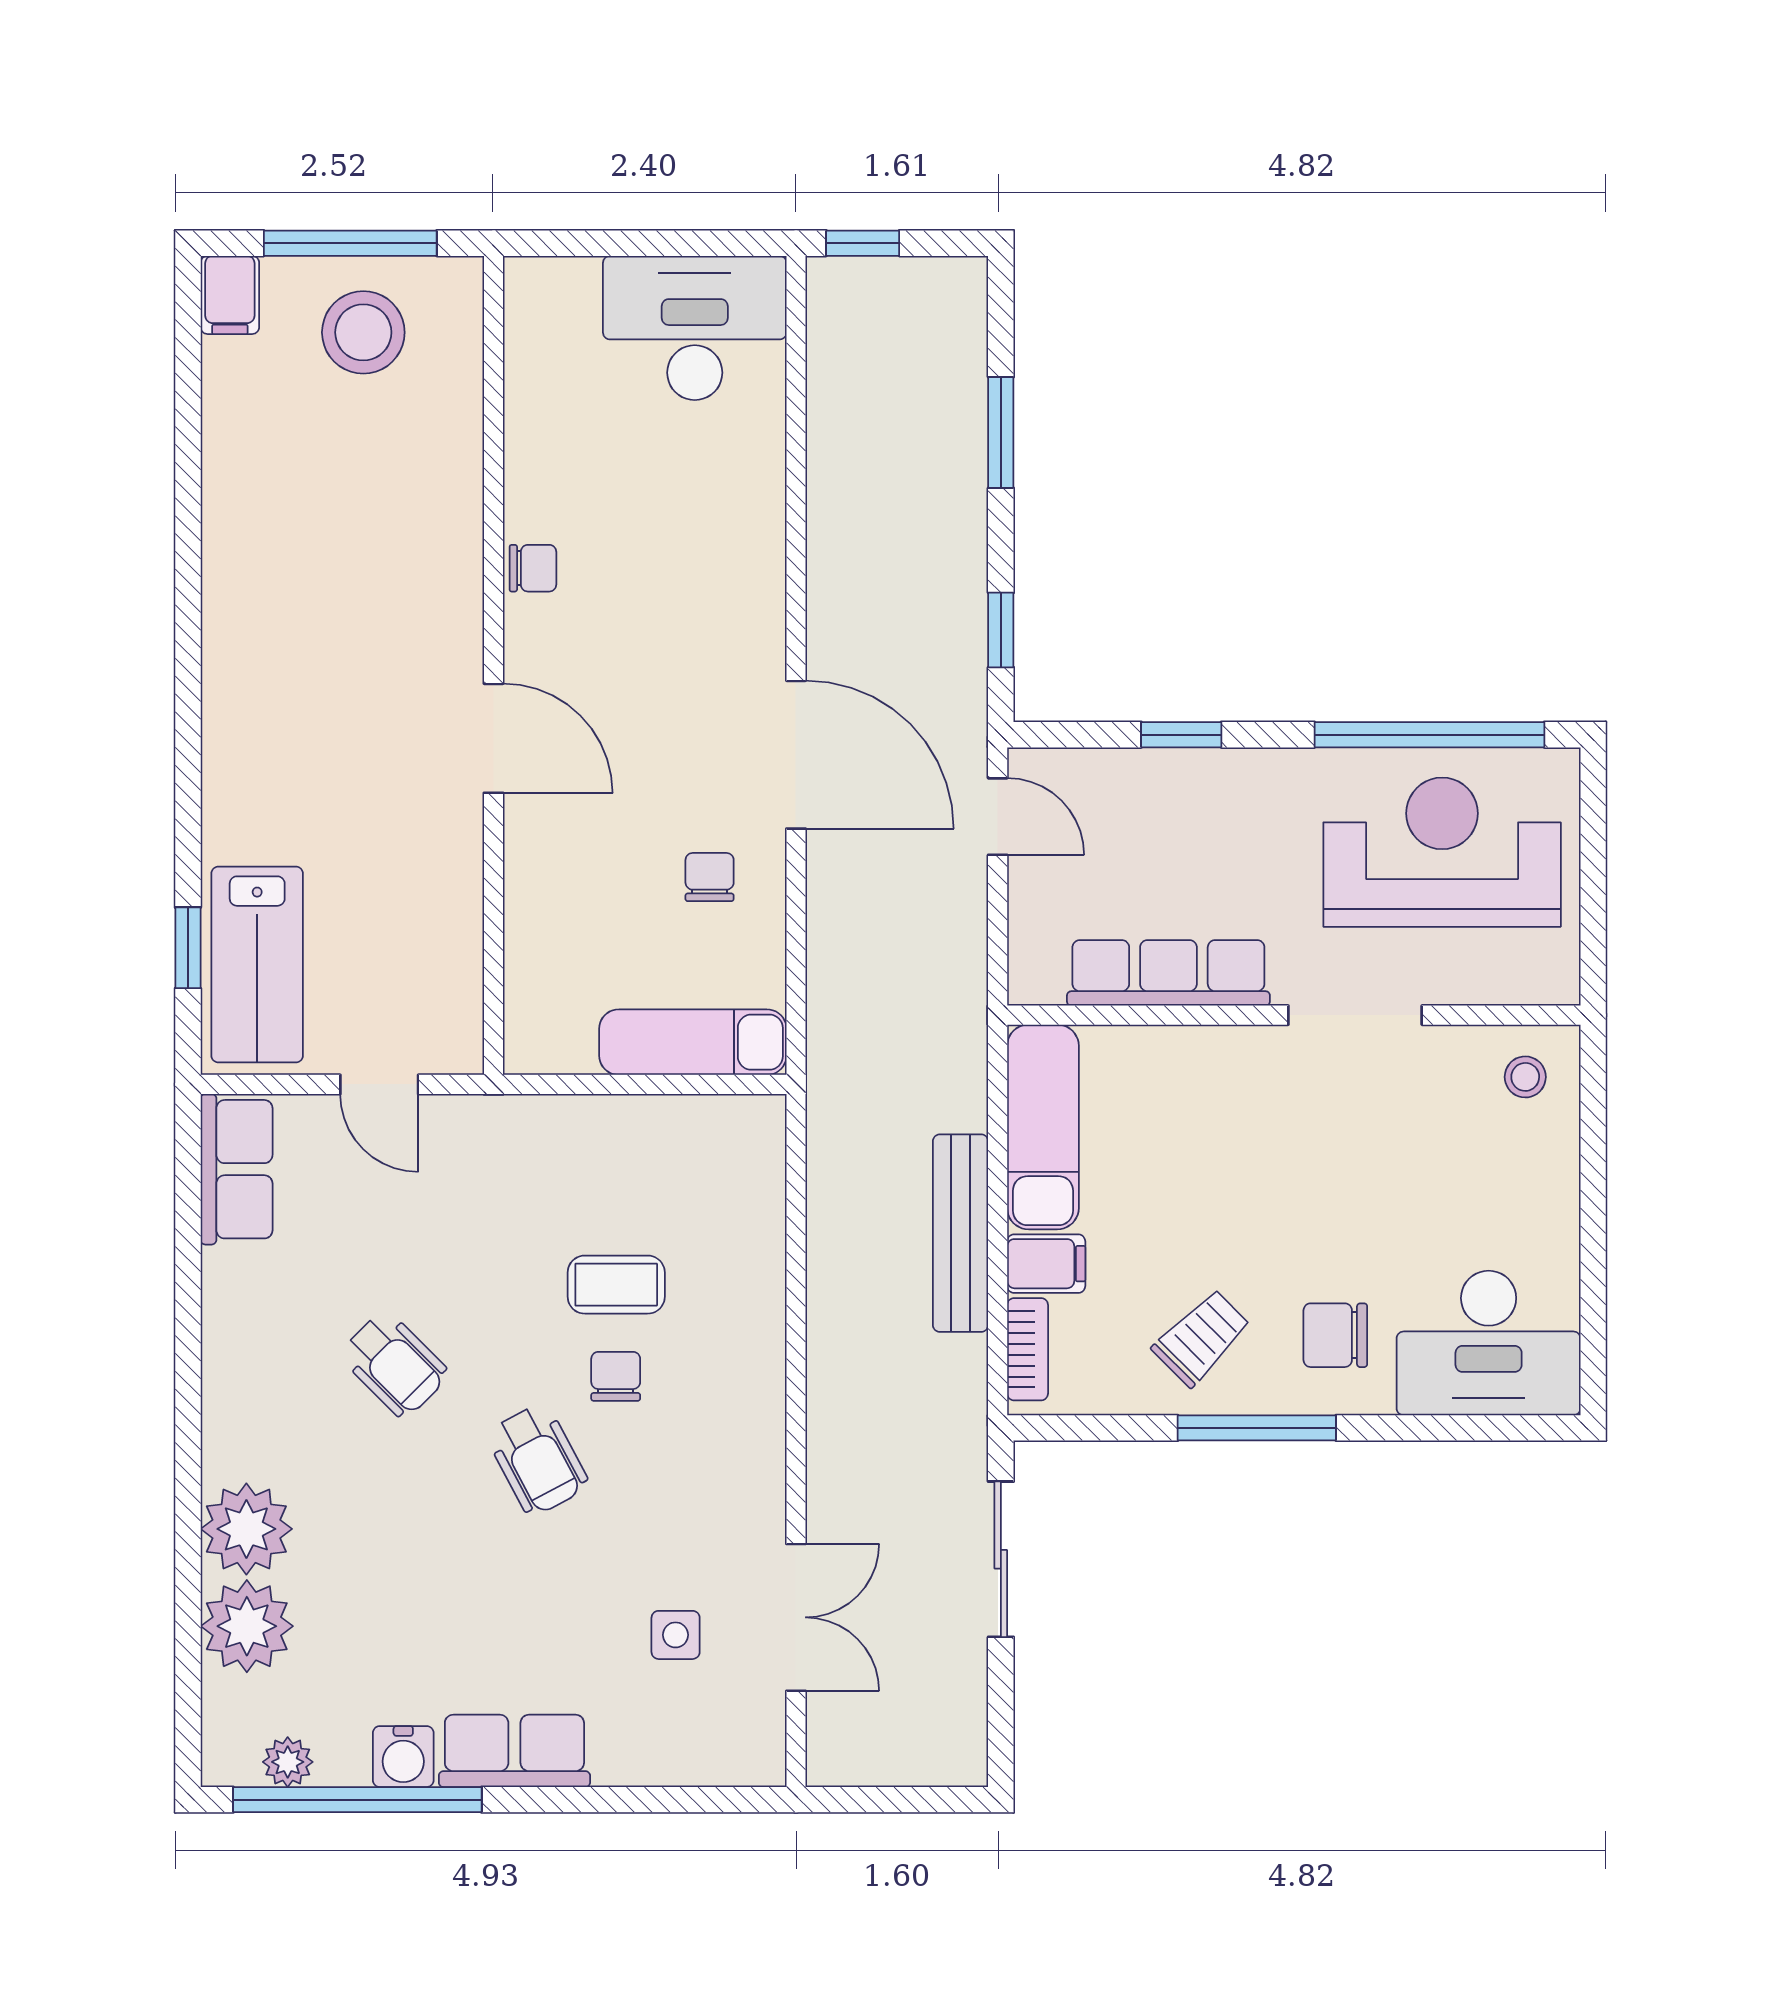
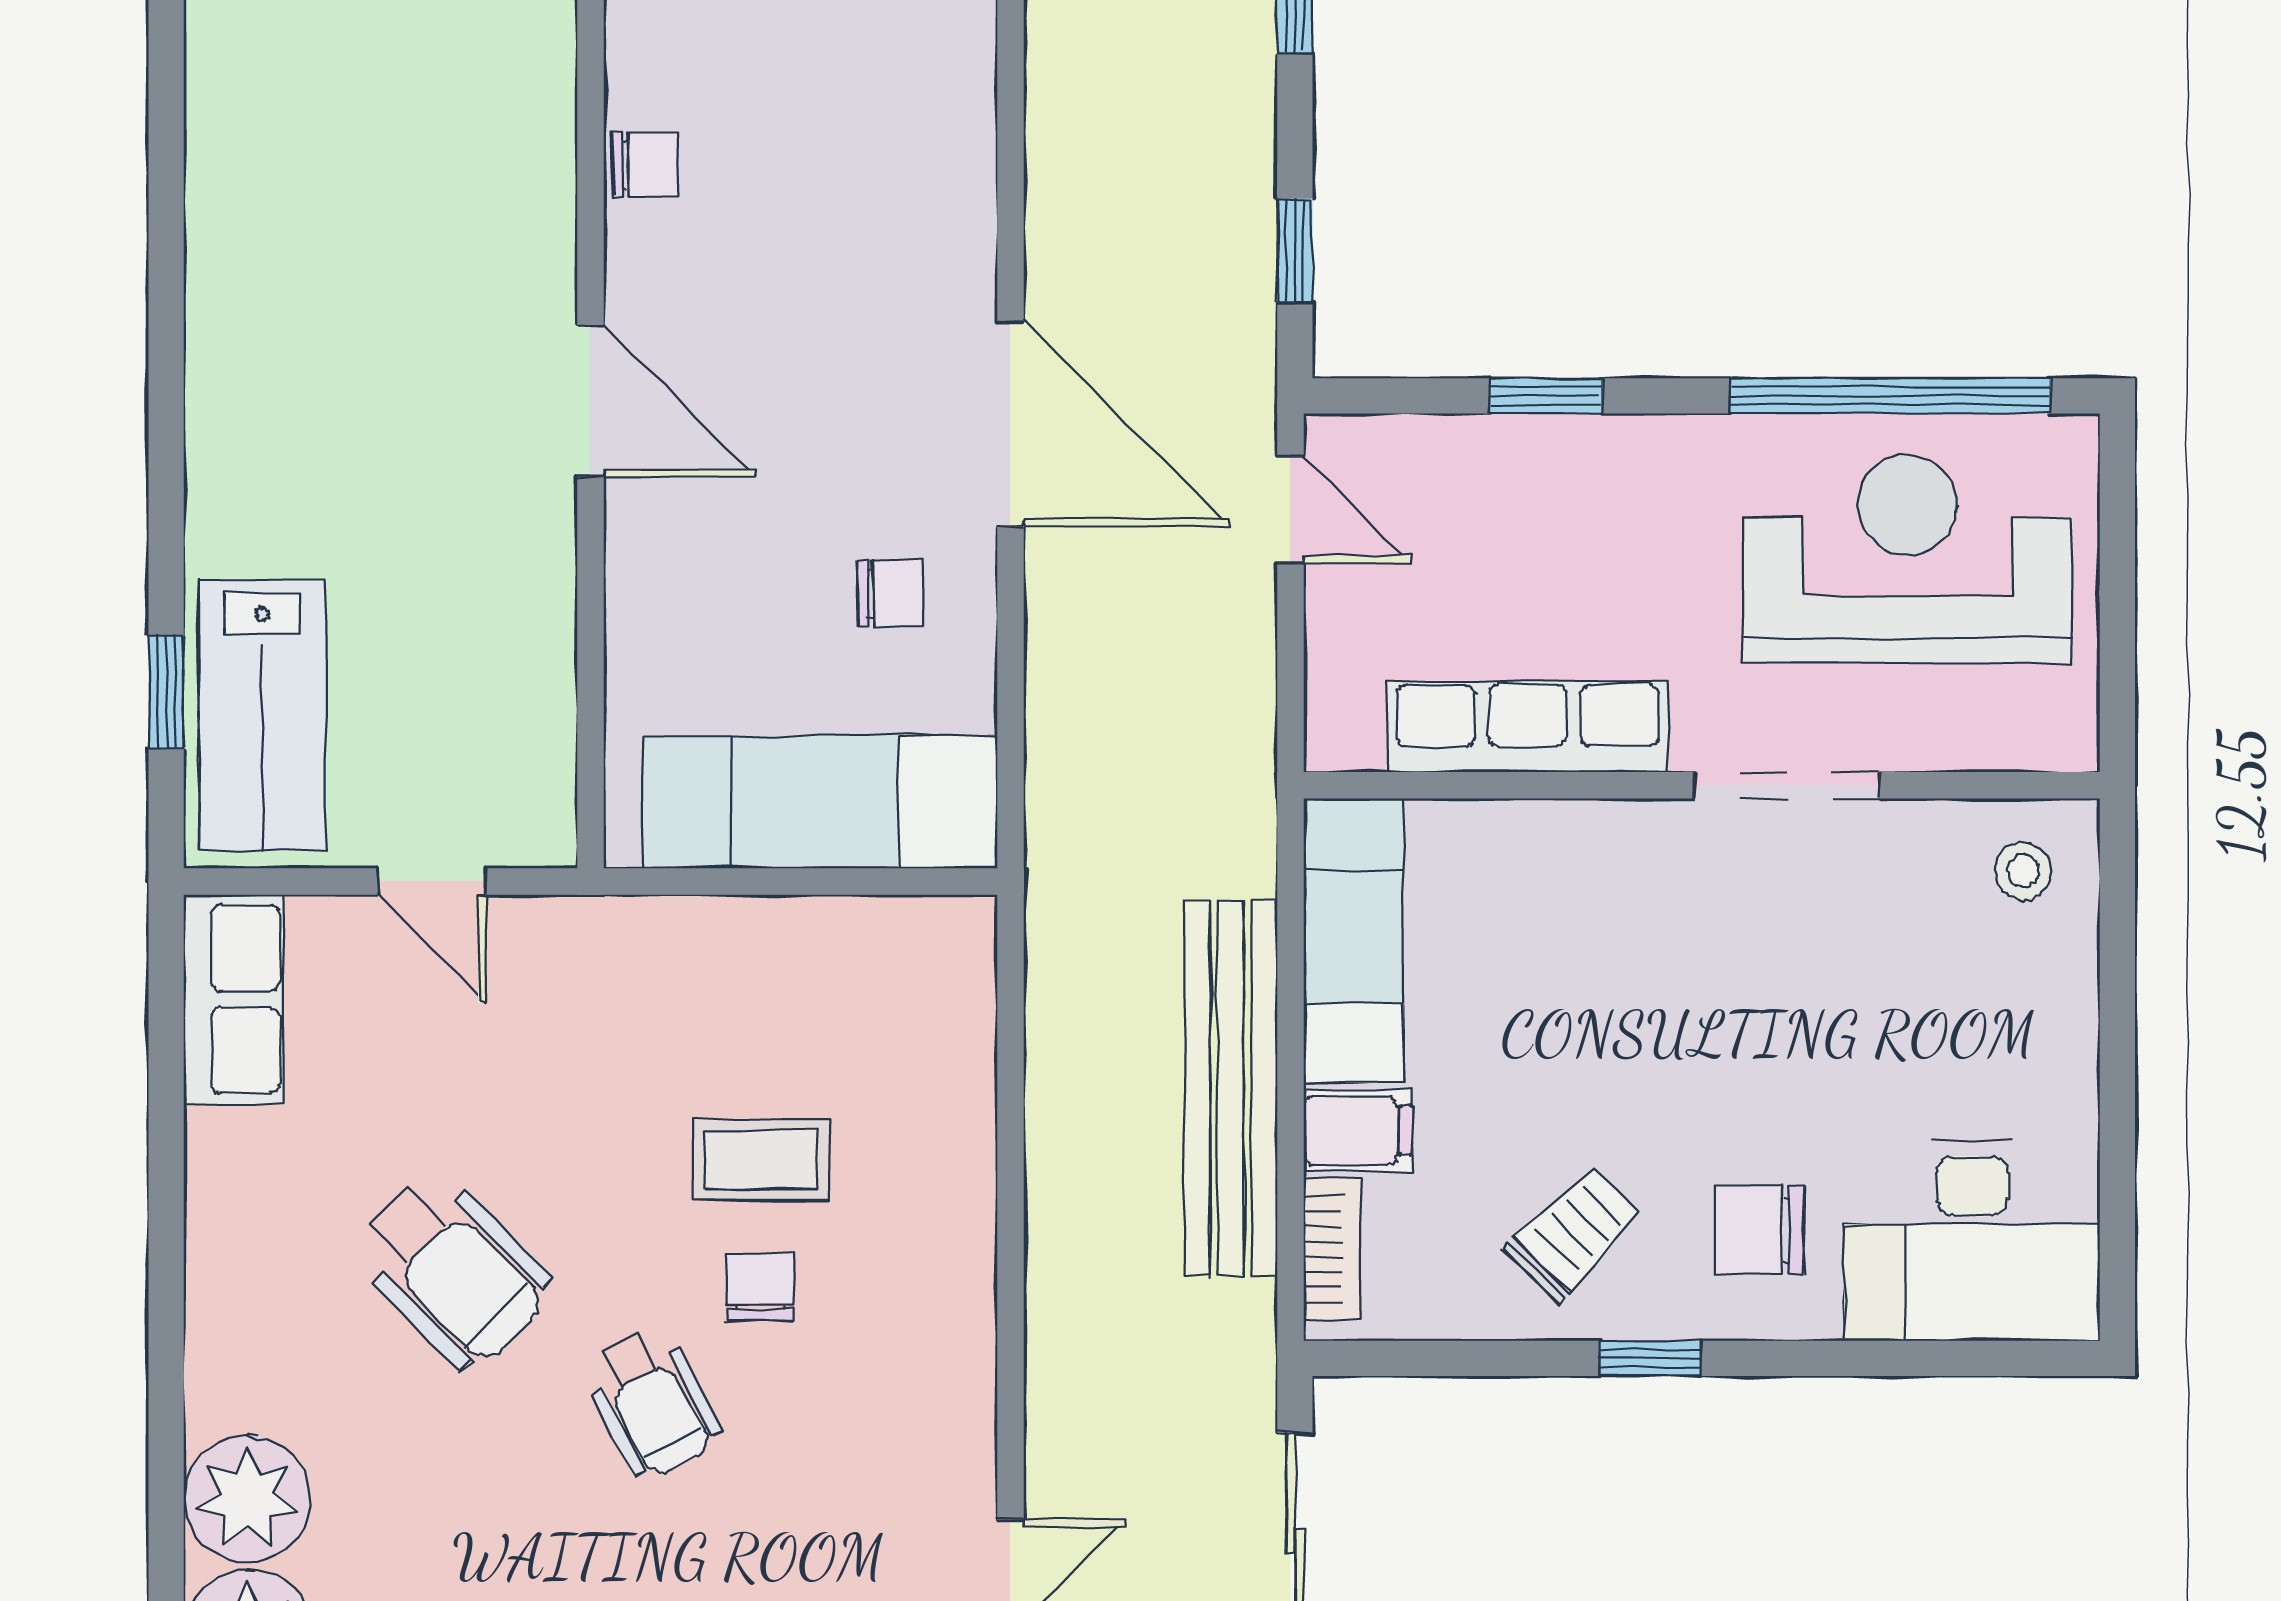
chair: (710, 877) -> (890, 594), turned 90
exam couch: (693, 1042) -> (820, 802), width x1.36, depth x1.45
bench: (961, 1233) -> (1231, 1088), width x1.37, depth x1.21
wheelchair: (394, 1364) -> (453, 1270), width x1.36, depth x1.37
window: (1257, 1428) -> (1650, 1358), width x0.46

